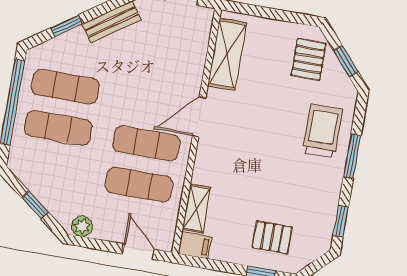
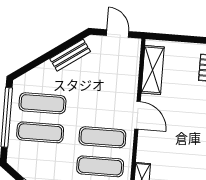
window: (67, 26) -> (39, 61), removed
door: (199, 117) -> (137, 115), swing flipped

